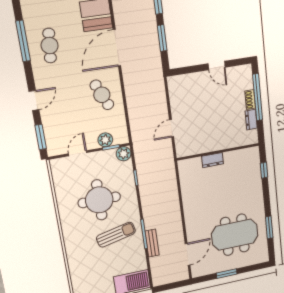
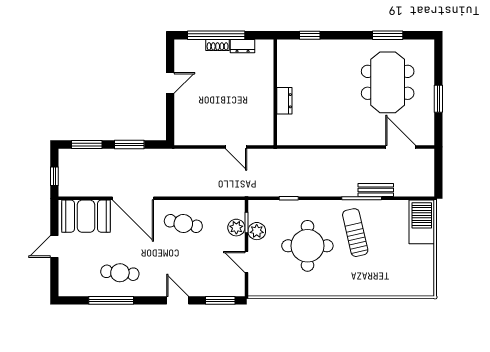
cafe table: (102, 95) -> (183, 224), turned 36
plant: (124, 154) -> (257, 231), moved

